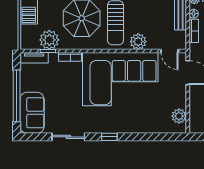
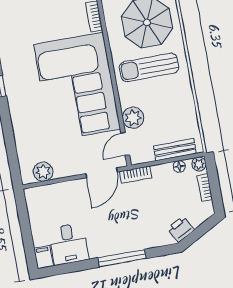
bookcase: (194, 31) -> (136, 175), moved
plant: (138, 42) -> (133, 118), moved

